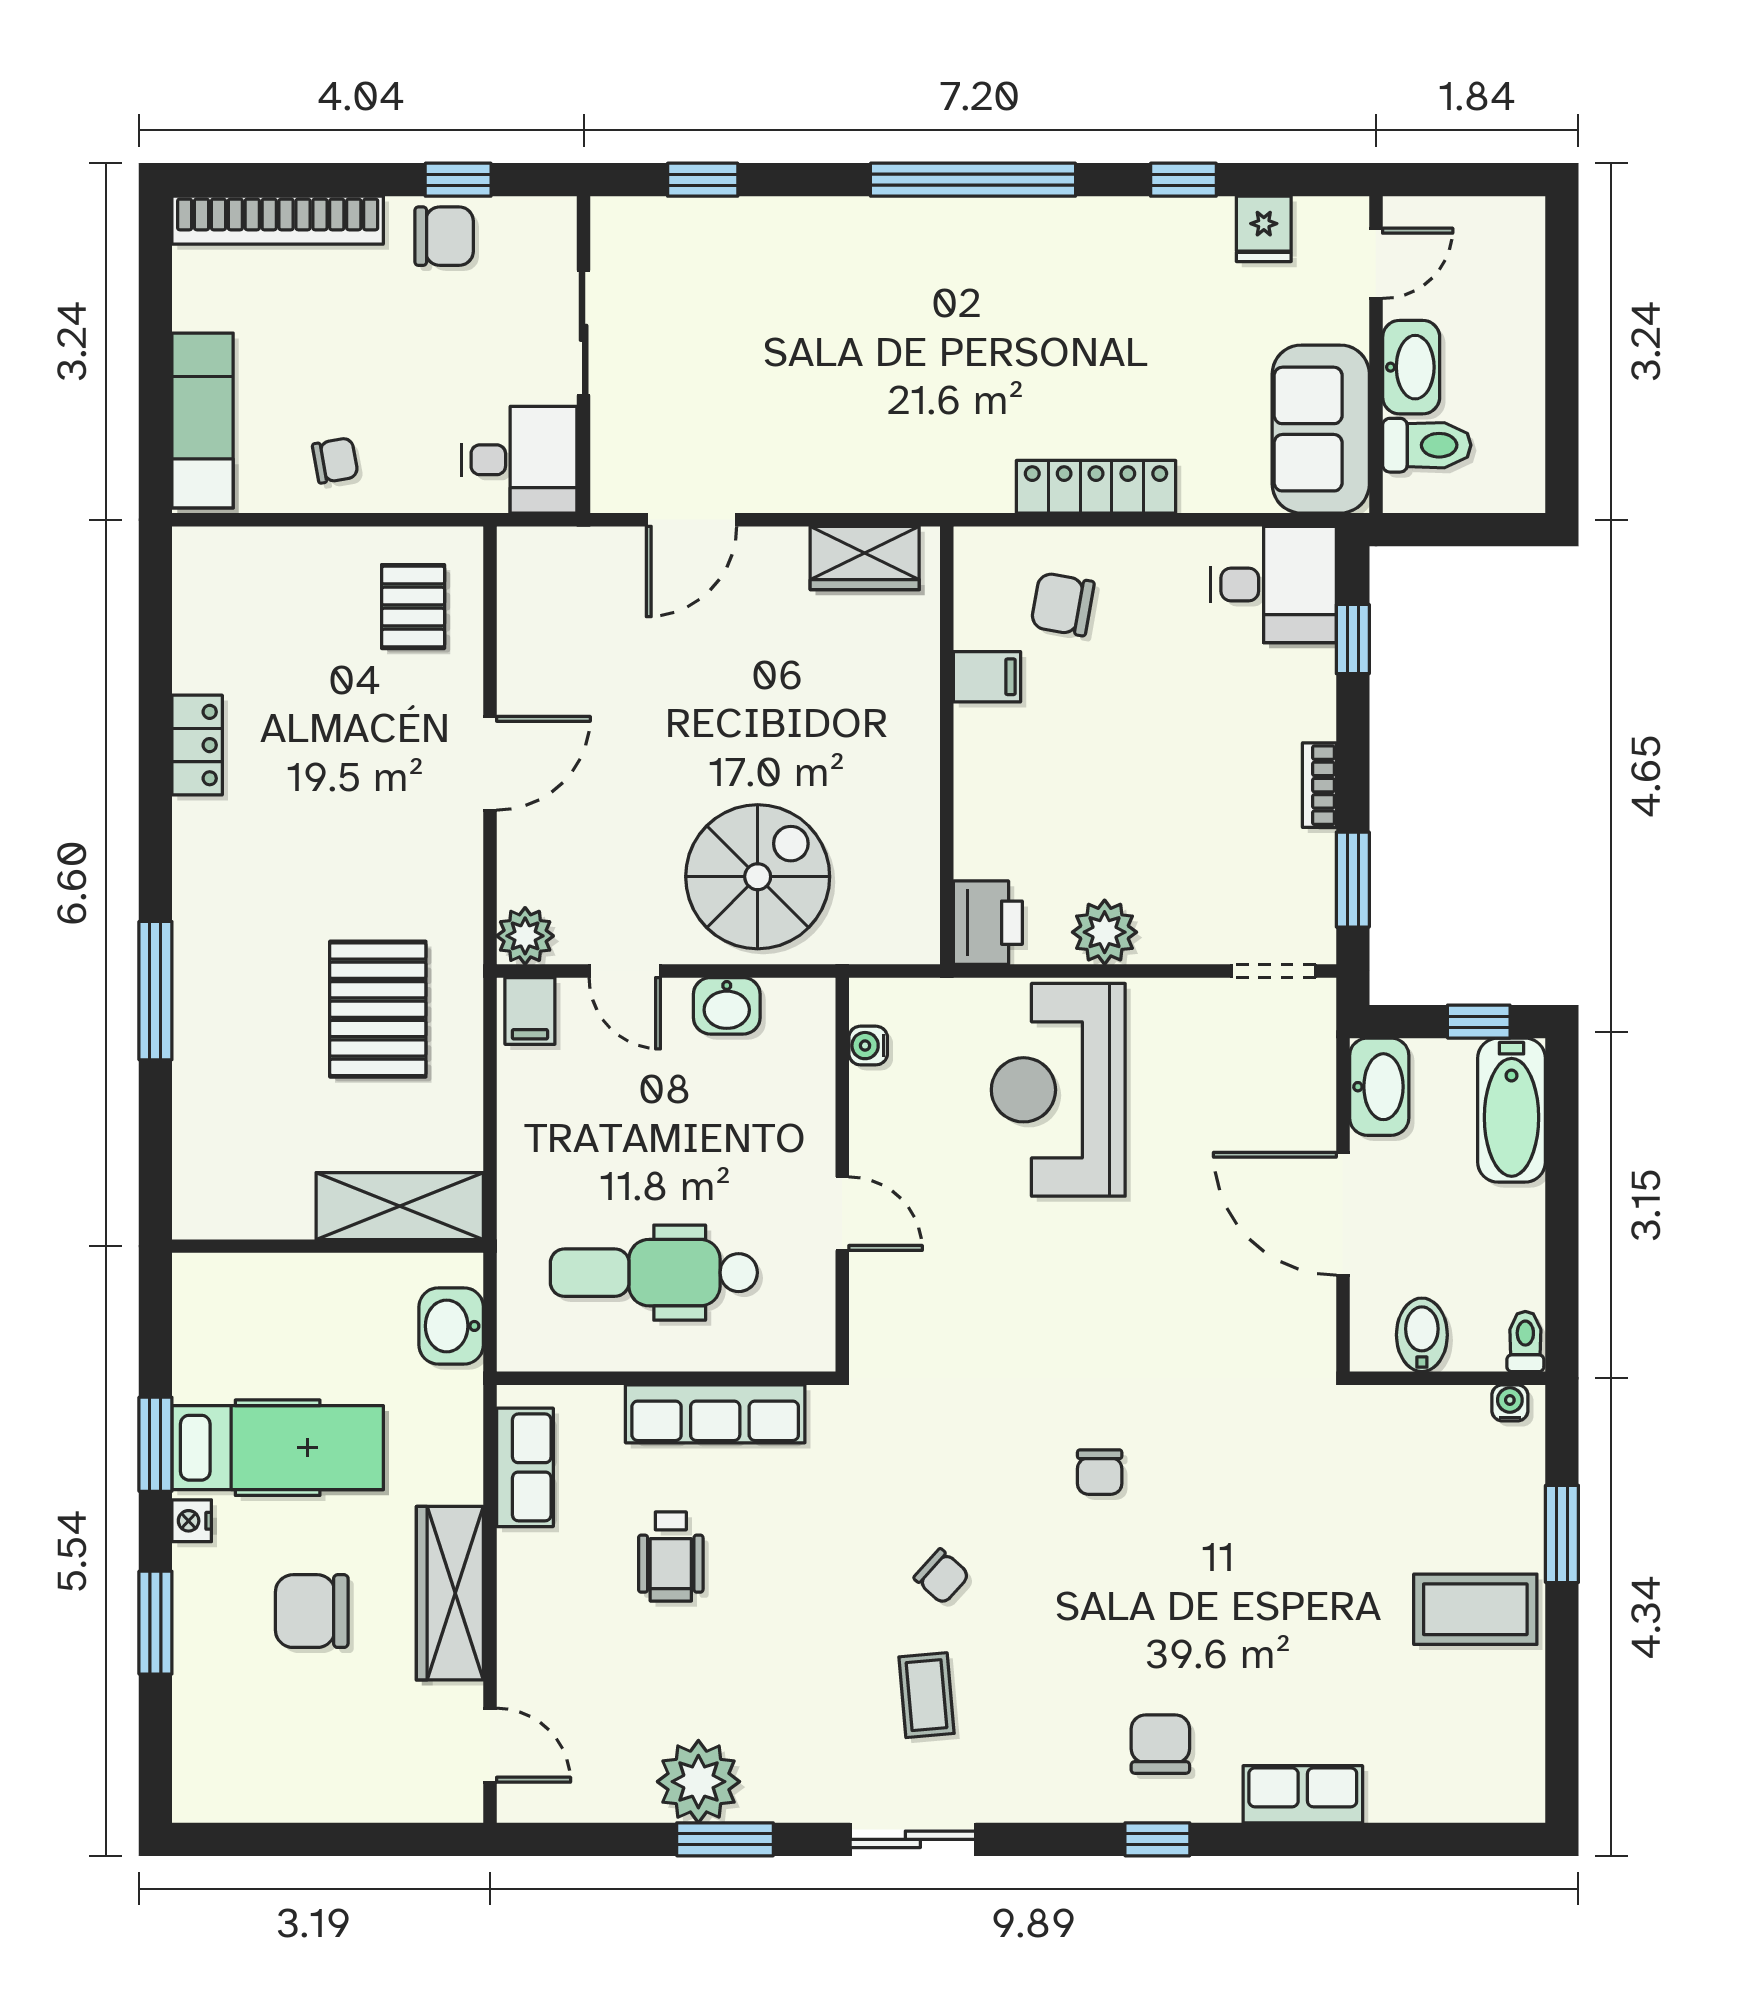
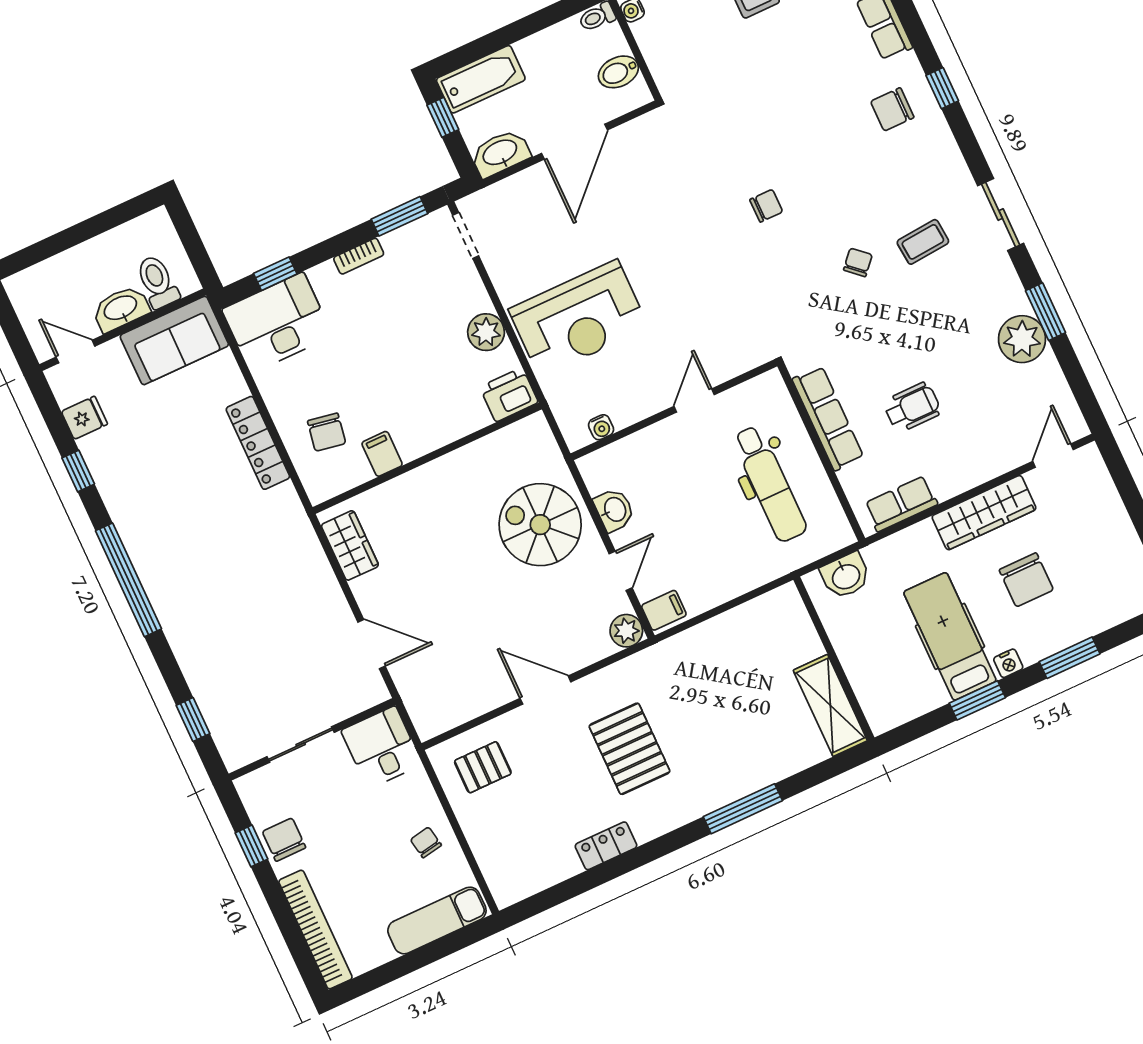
desk: (1274, 584) -> (277, 323), width x1.37
pallet: (378, 1009) -> (630, 749), moved, turned 90
shelving: (400, 1206) -> (830, 705), moved

